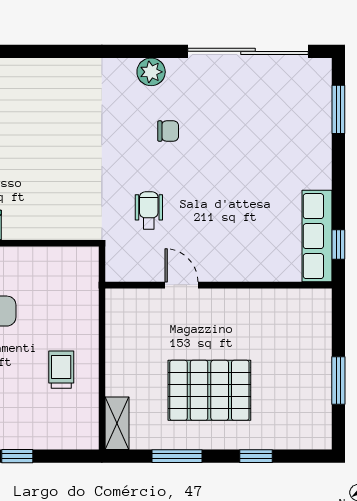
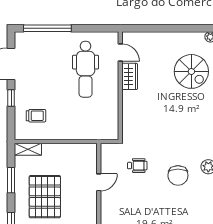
chair: (168, 131) -> (178, 175), width x1.87, depth x1.87
trolley: (61, 370) -> (36, 116), moved

